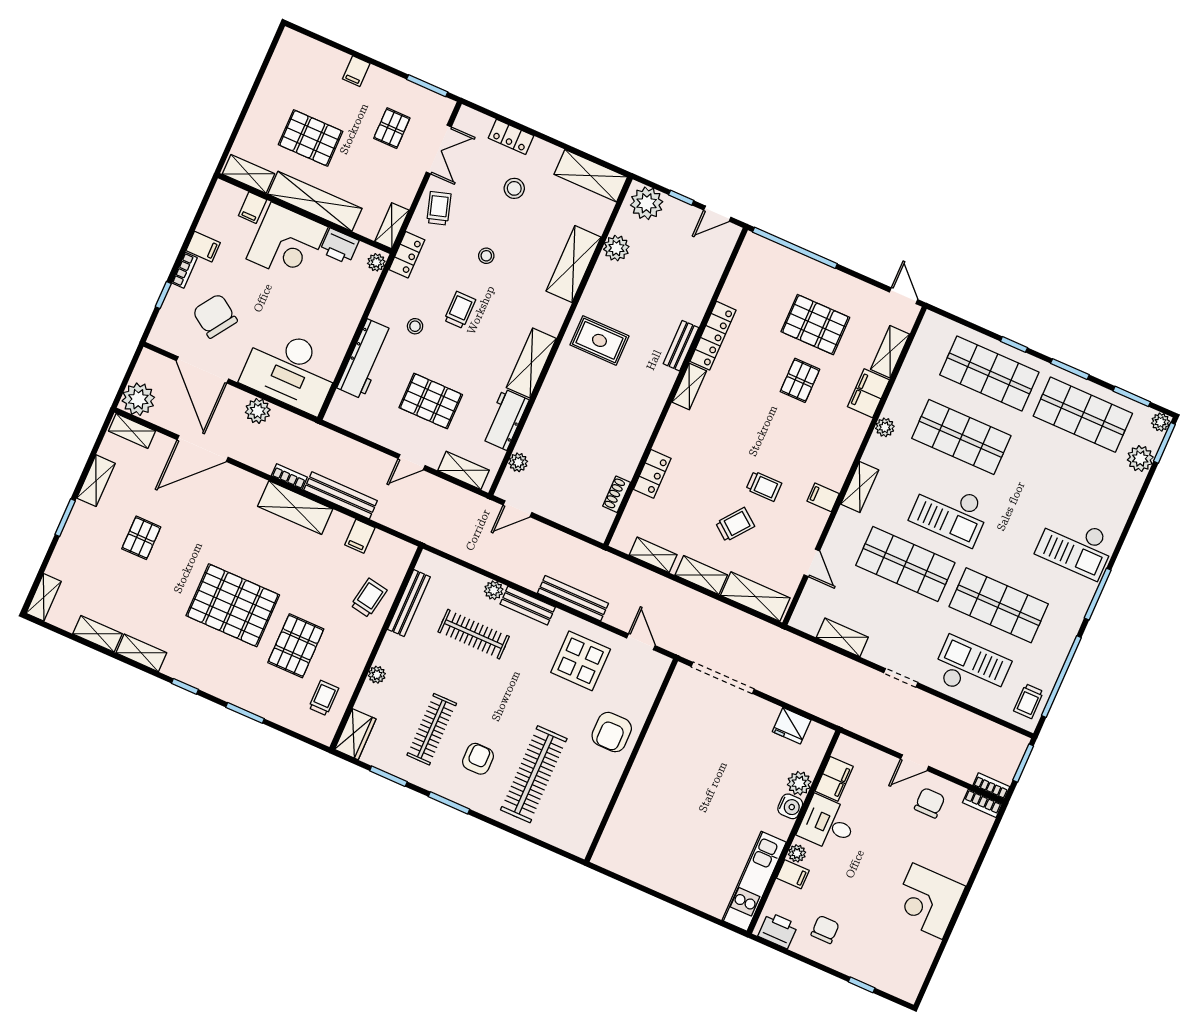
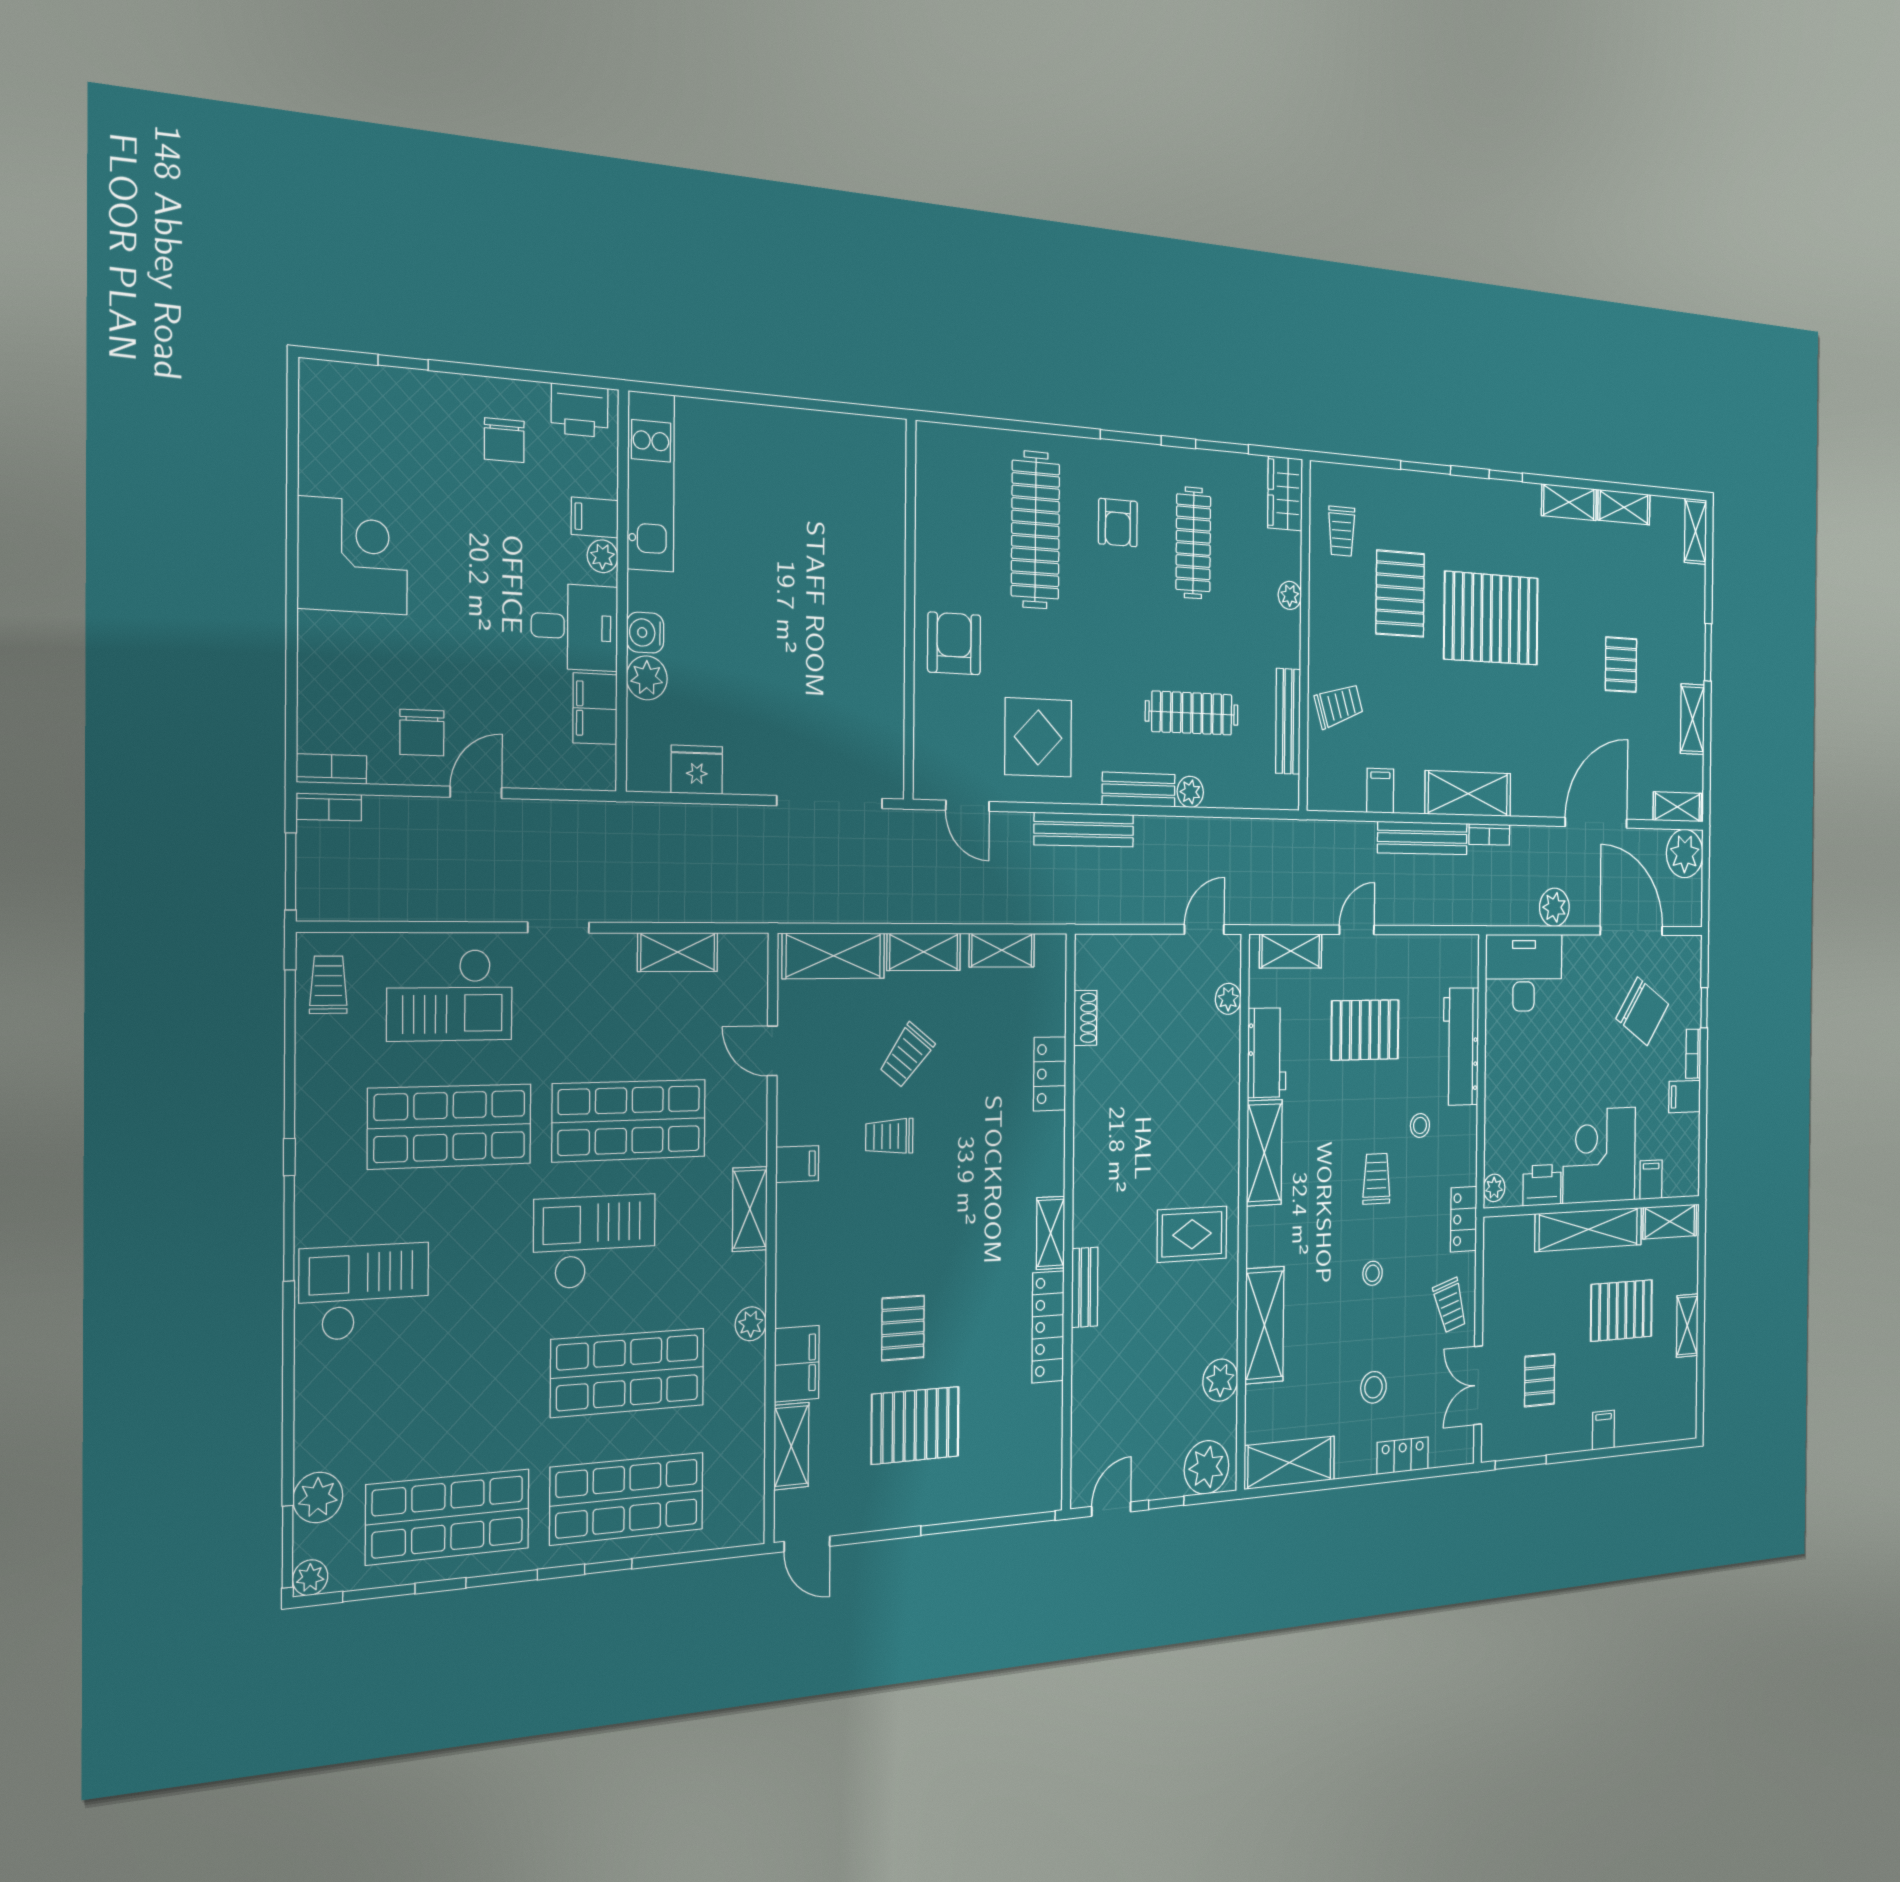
shelving: (392, 226) -> (1687, 1326), moved
trolley: (460, 310) -> (1376, 1179), turned 180
desk: (291, 370) -> (1524, 973), width x0.73, depth x0.77
trolley: (369, 598) -> (1339, 706), turned -118

